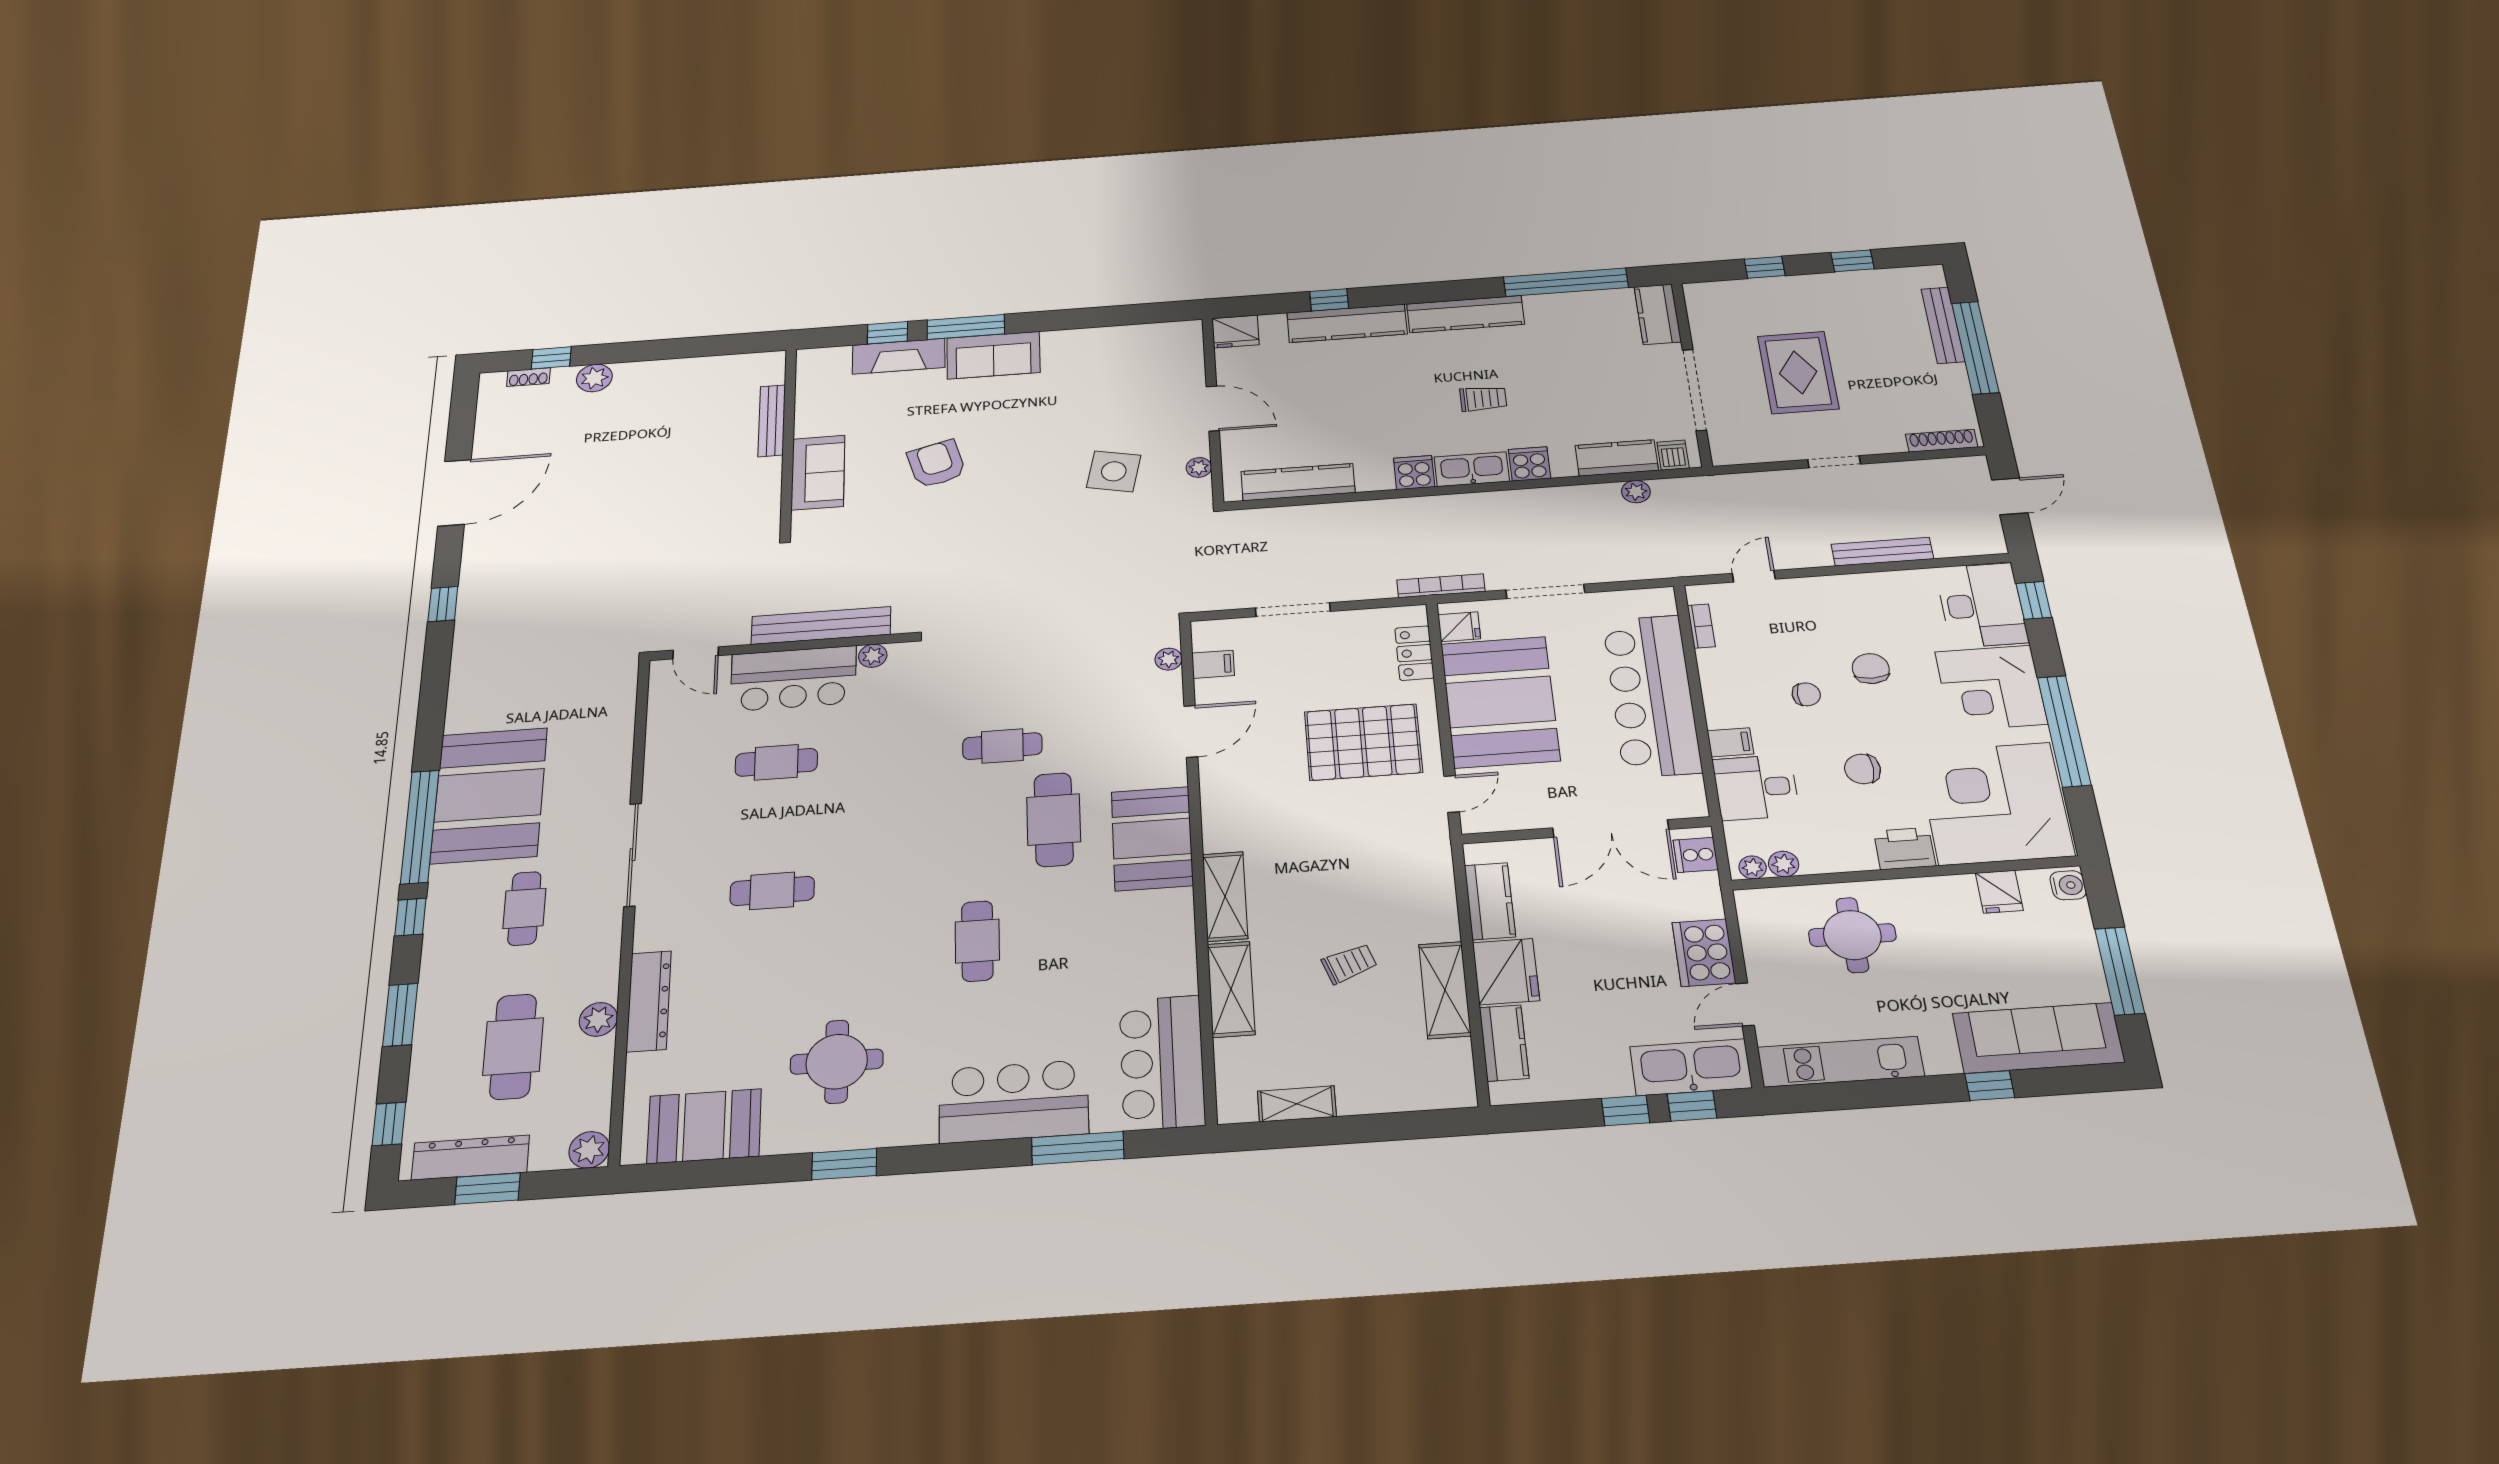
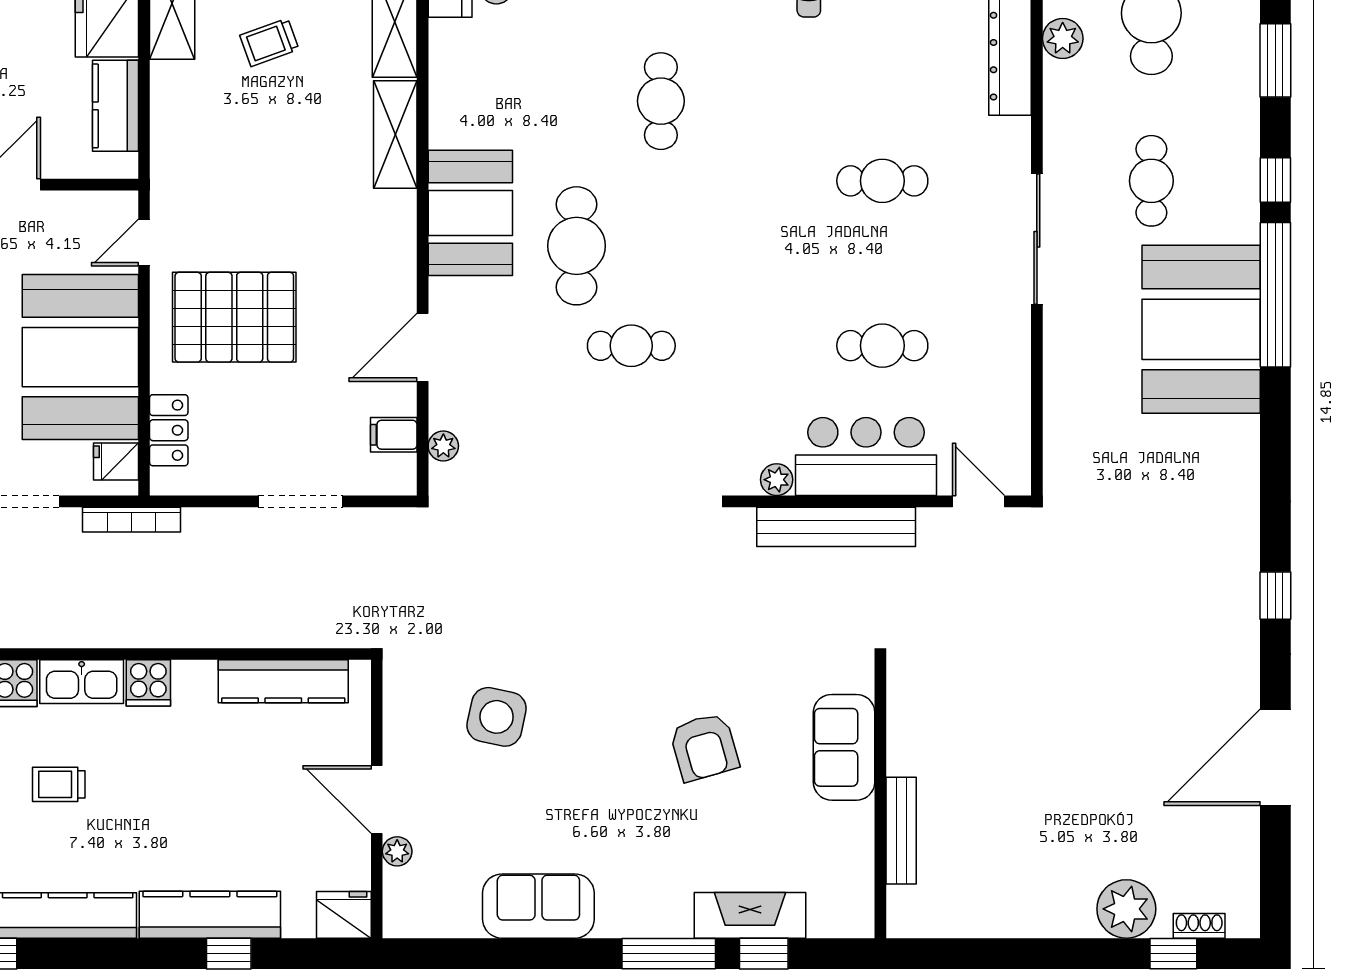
sofa: (993, 355) -> (538, 906), moved
plant: (594, 378) -> (1126, 909), width x1.36, depth x1.36
plant: (1199, 467) -> (397, 851), moved

